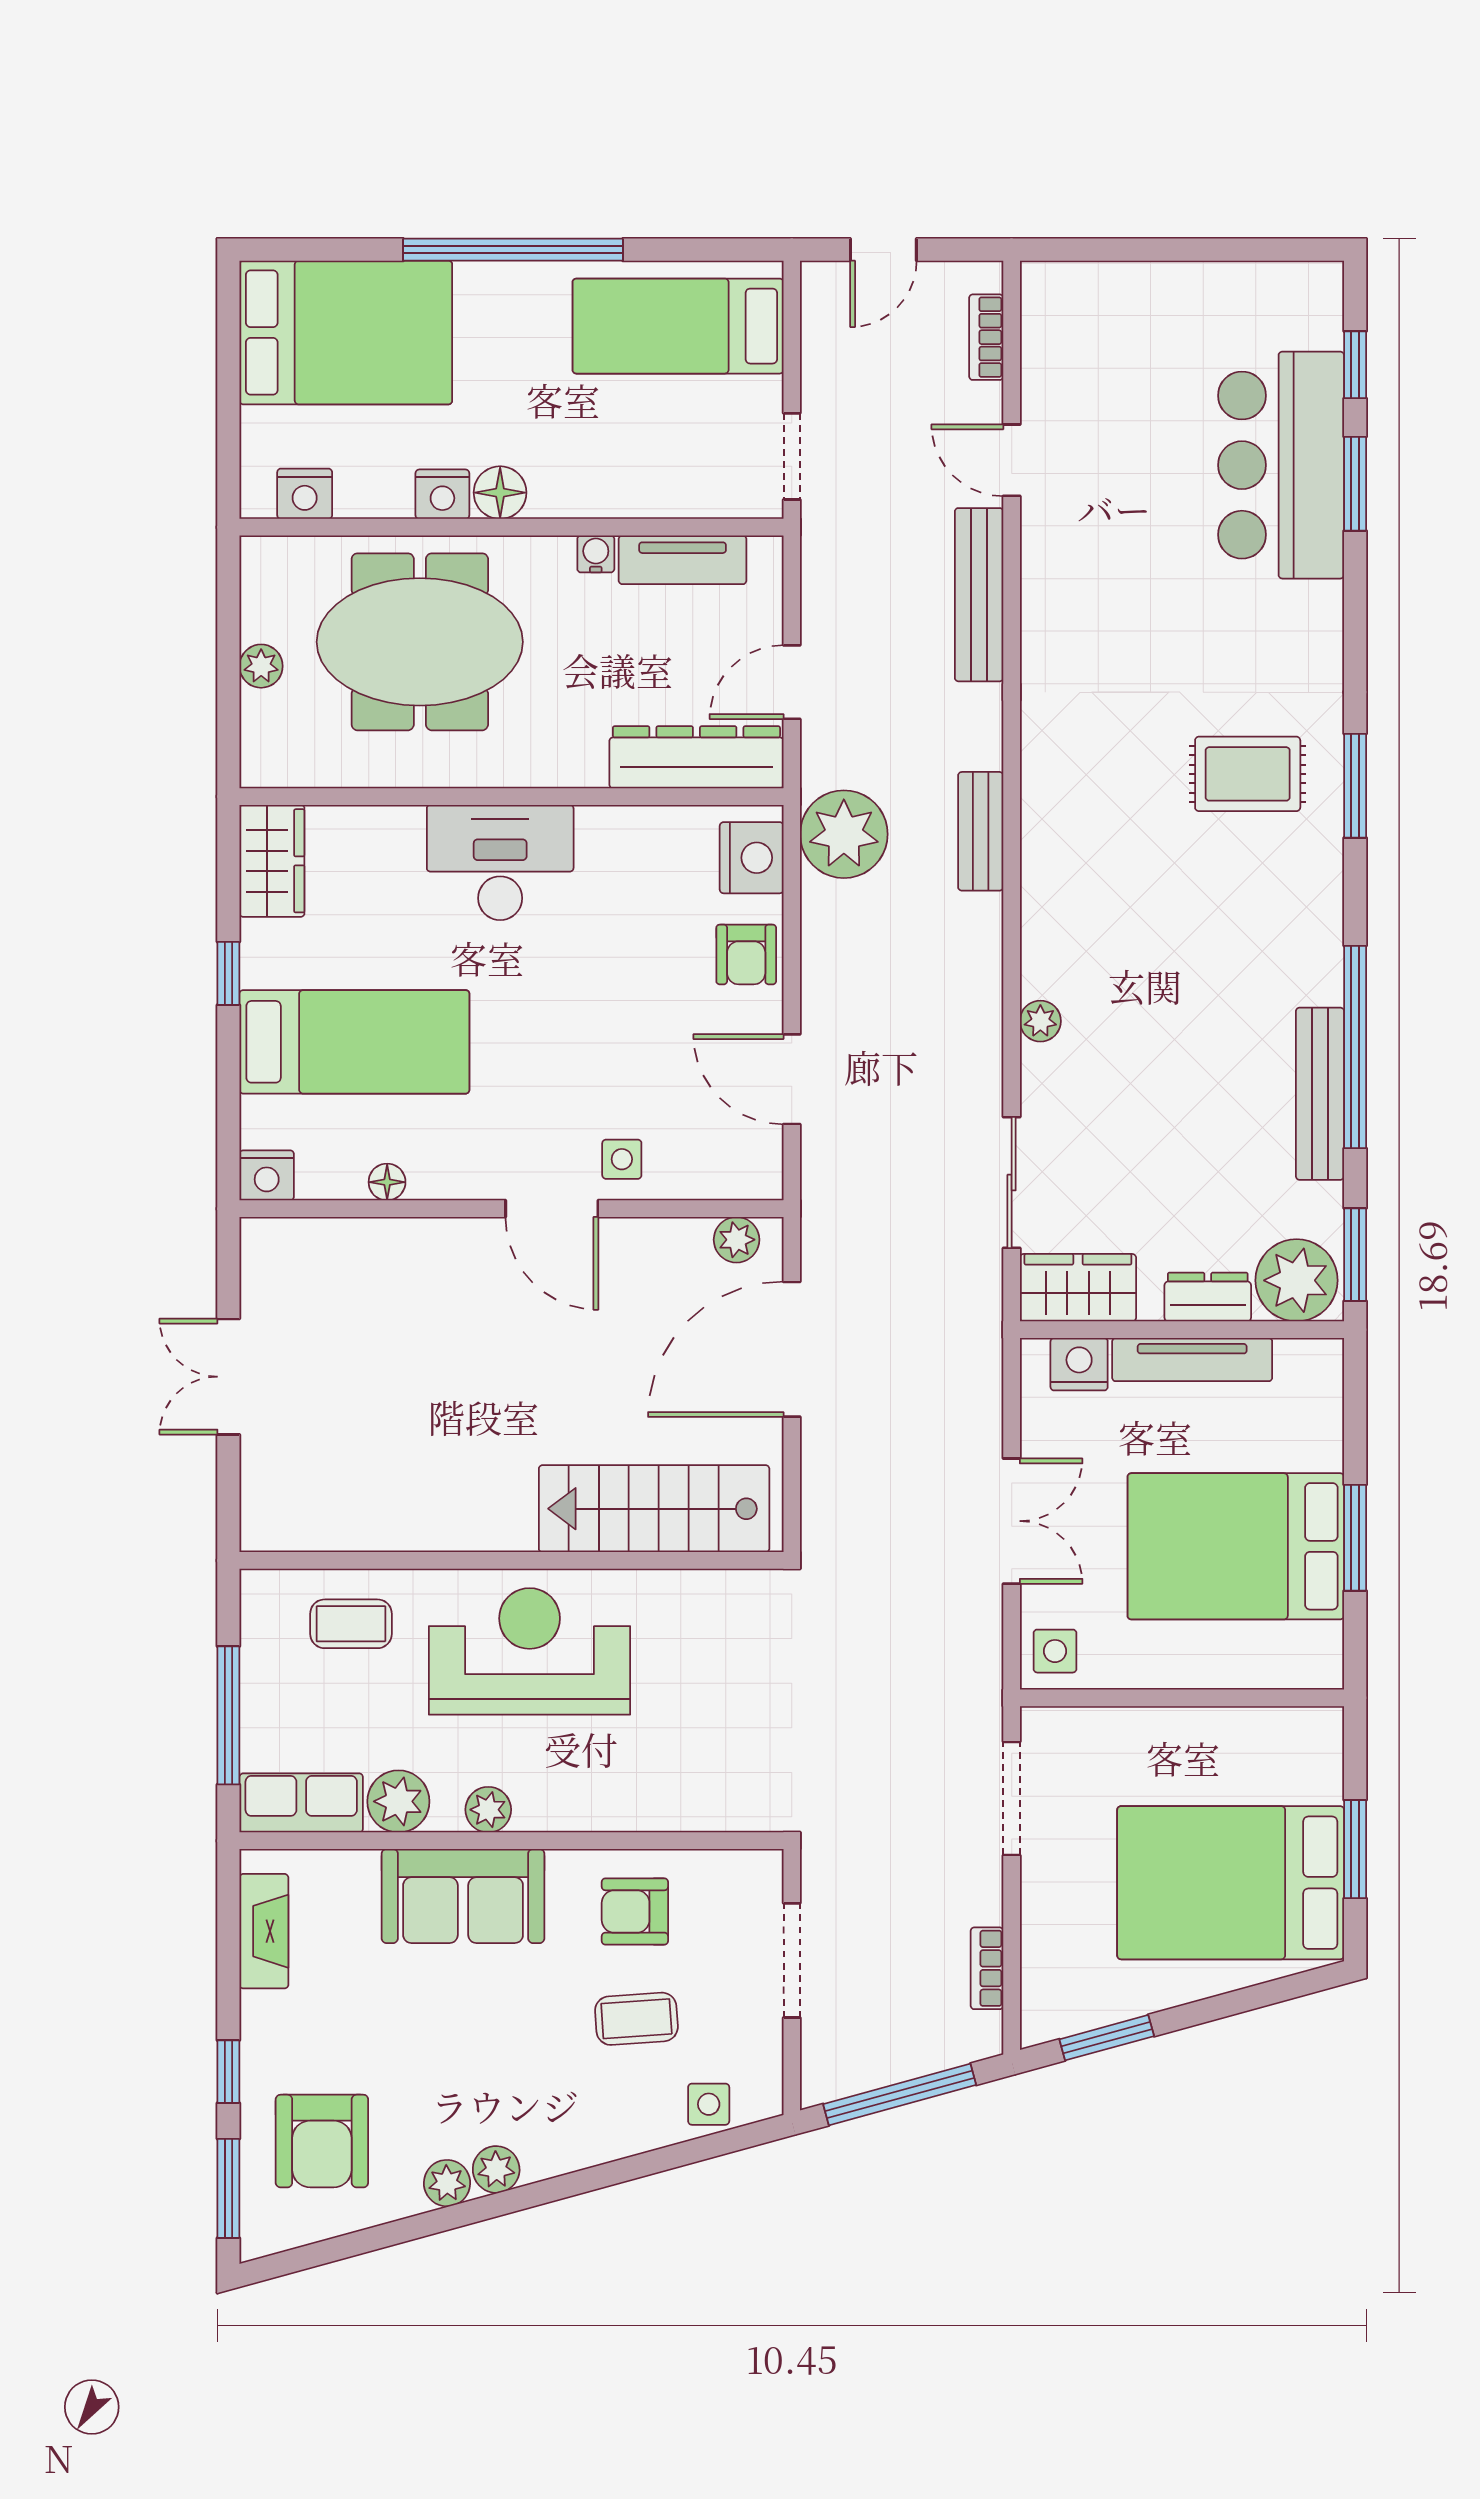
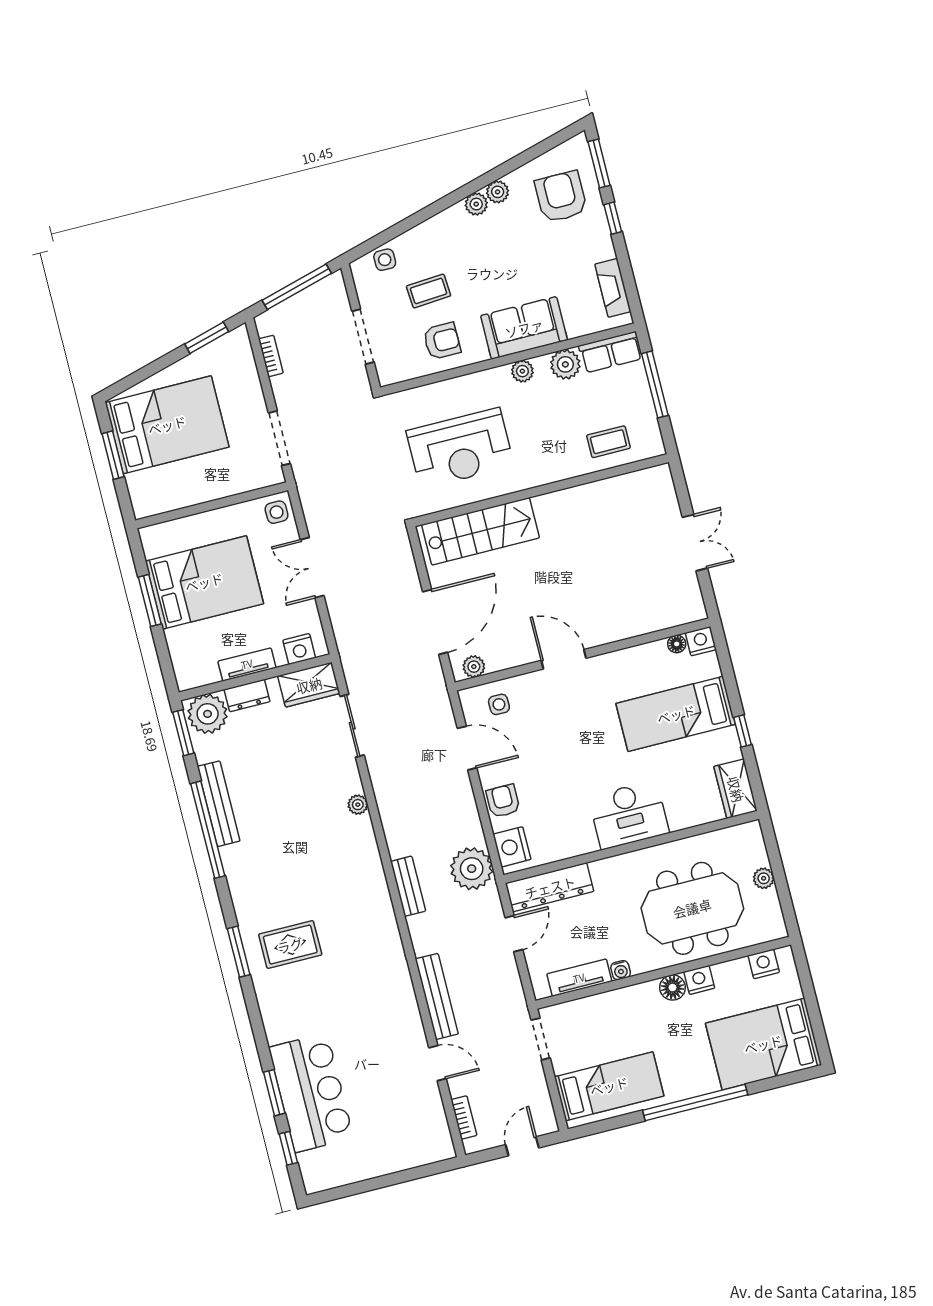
side table: (622, 1159) -> (499, 704), moved
floor lamp: (387, 1182) -> (677, 644), moved
tv unit: (1192, 1360) -> (247, 664), width x0.71
reception desk: (530, 1651) -> (460, 448), moved

